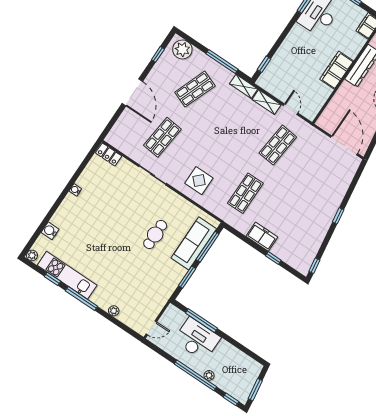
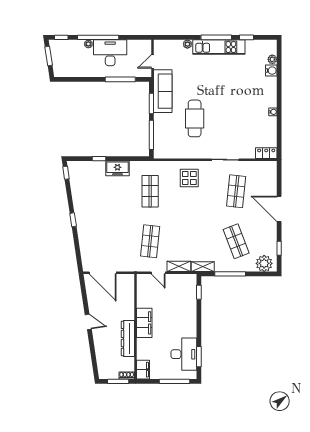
shop shelf: (195, 89) -> (236, 241), turned -42
cafe table: (155, 234) -> (195, 118), width x1.37, depth x1.35
sofa: (194, 243) -> (163, 91), moved
plant: (32, 255) -> (272, 59), moved
kitchen unit: (67, 275) -> (219, 47), moved
door: (151, 328) -> (152, 61), moved
desk: (197, 339) -> (110, 53), moved, turned 180

